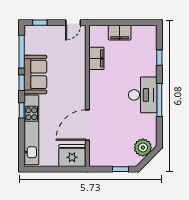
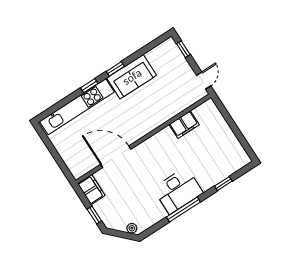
door: (73, 23) -> (204, 81), swing flipped
filing cabinet: (120, 33) -> (91, 190), moved, turned 180
window: (22, 52) -> (145, 50), removed
plant: (143, 148) -> (132, 228), width x0.53, depth x0.53
fridge: (72, 156) -> (77, 161), removed

